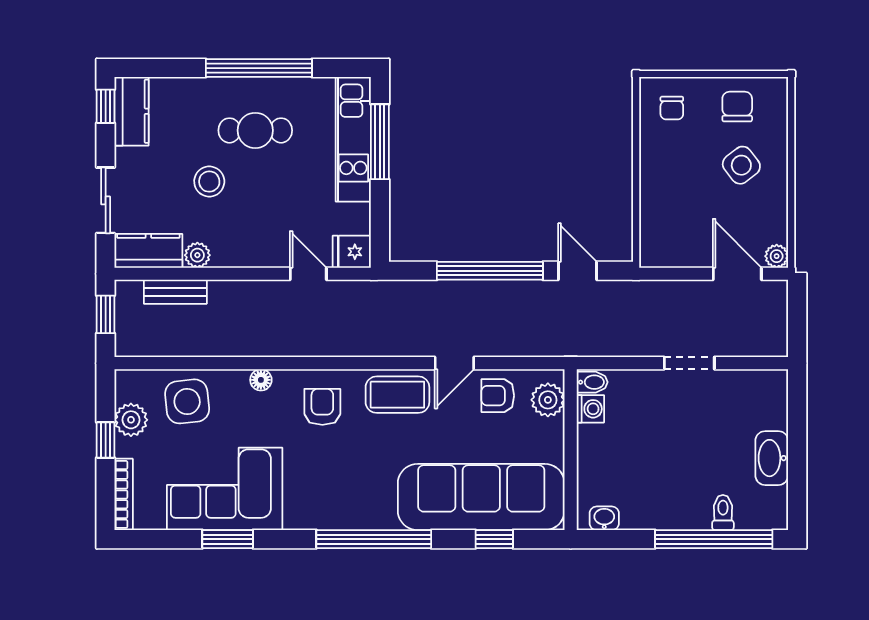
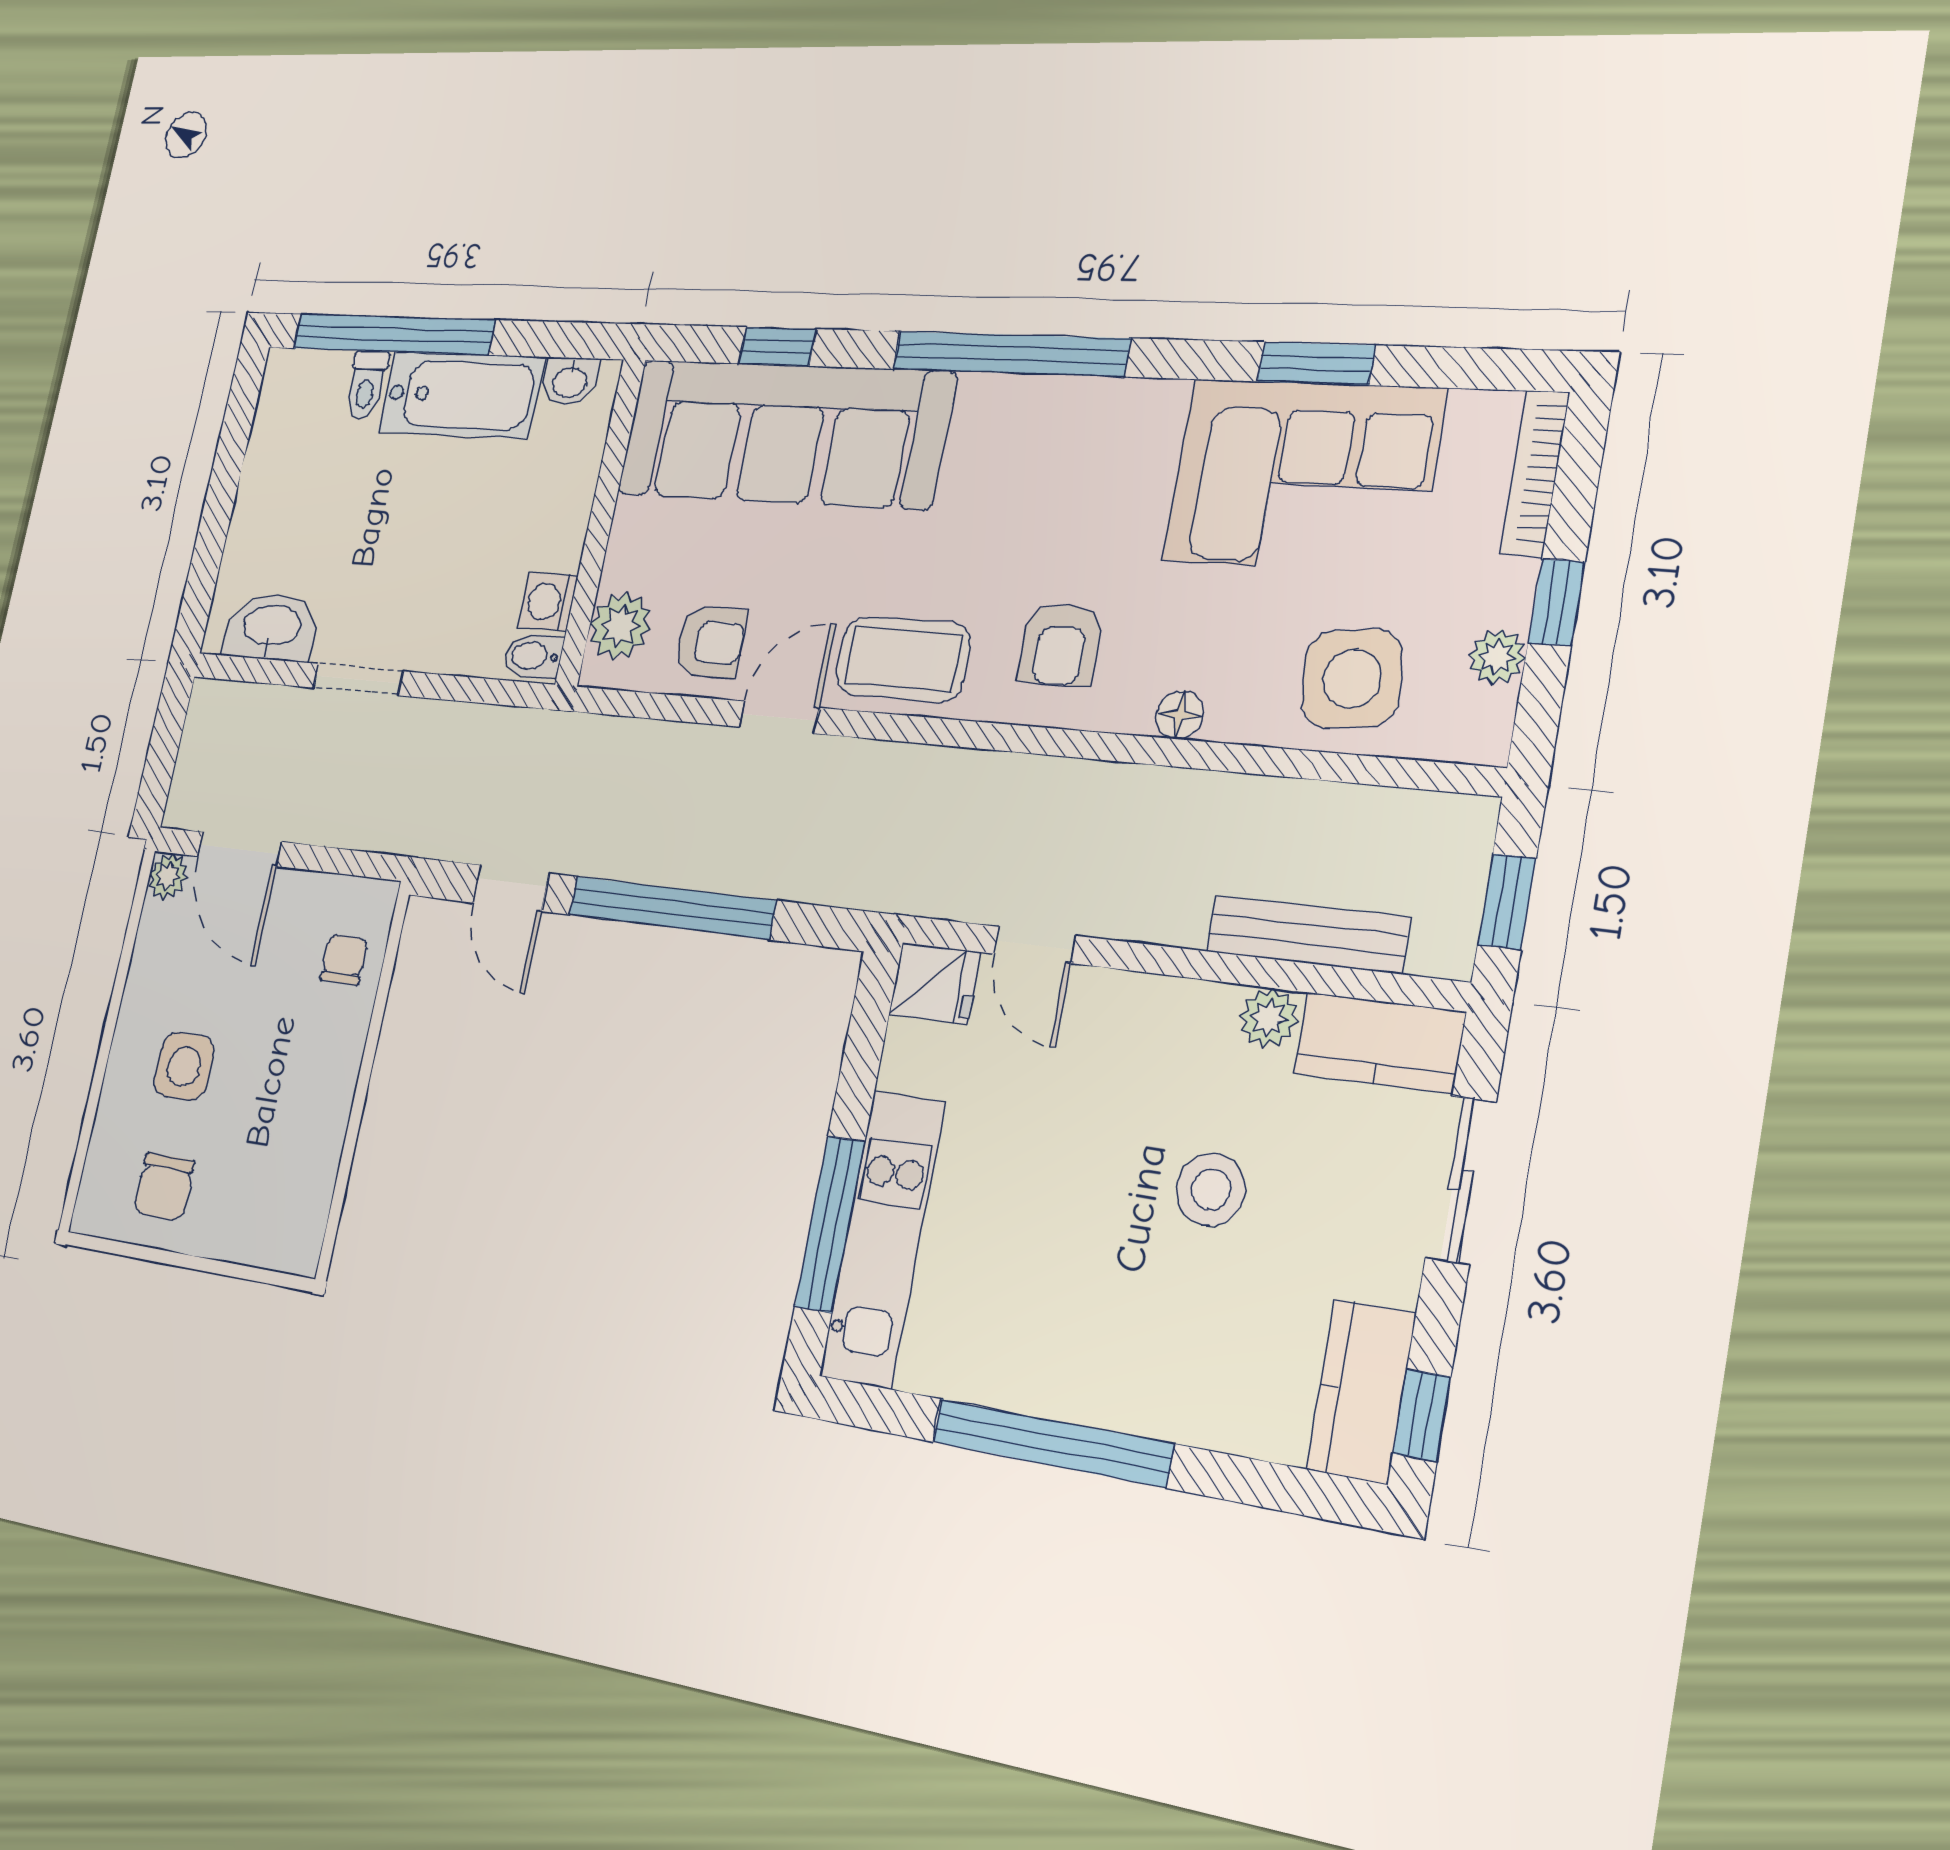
chair: (672, 108) -> (344, 960), moved
cafe table: (255, 130) -> (1087, 1295), removed
side table: (741, 165) -> (184, 1066), turned 38
bench: (175, 292) -> (1308, 934), width x1.36
plant: (131, 420) -> (1497, 657), width x0.73, depth x0.73
washbasin: (772, 458) -> (272, 627), moved, turned -90
bathtub: (666, 509) -> (461, 395), added

